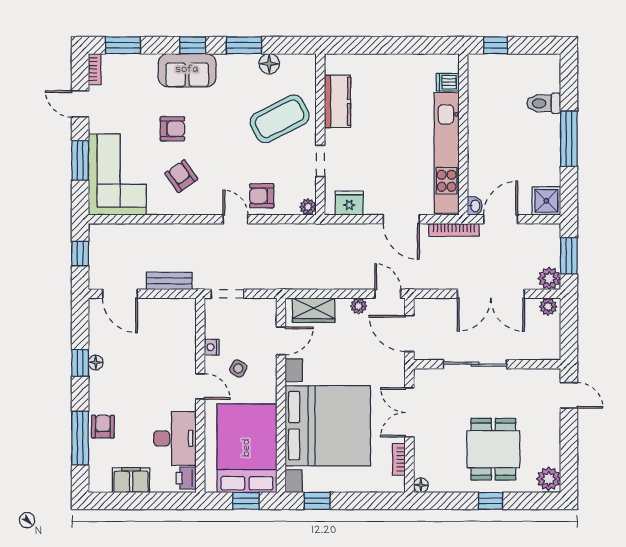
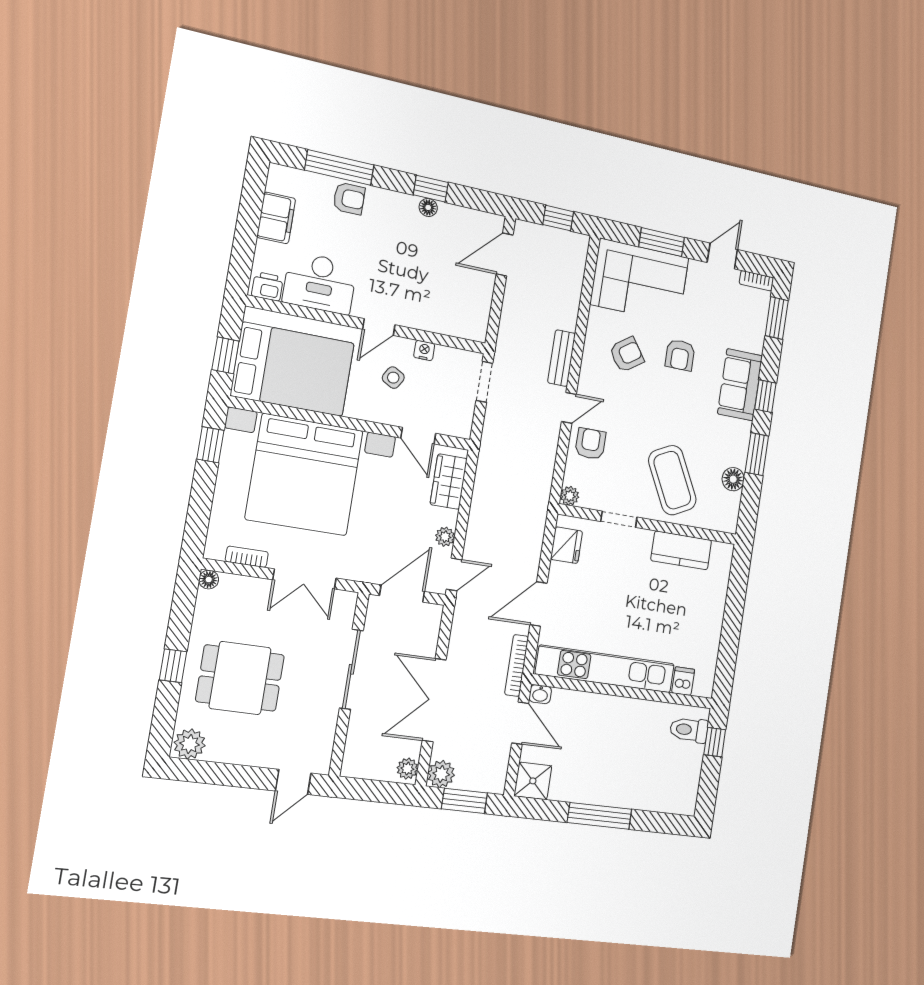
toilet: (544, 103) -> (689, 730), moved, turned -90
bench: (169, 281) -> (562, 358), moved
double door: (409, 412) -> (305, 579), swing flipped

